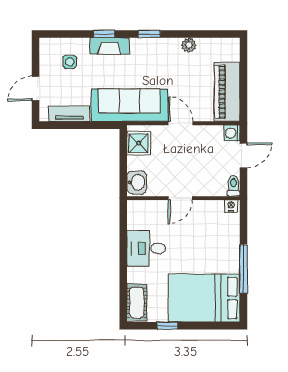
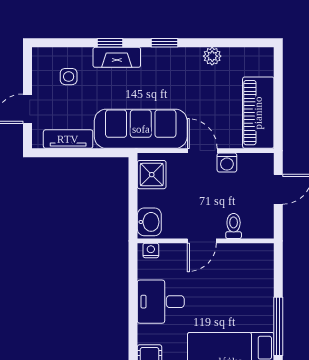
washing machine: (232, 133) -> (227, 162), moved, turned -90
toilet: (233, 186) -> (234, 226), moved
nightstand: (231, 206) -> (151, 250), moved

